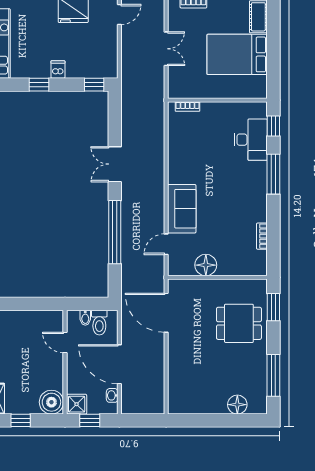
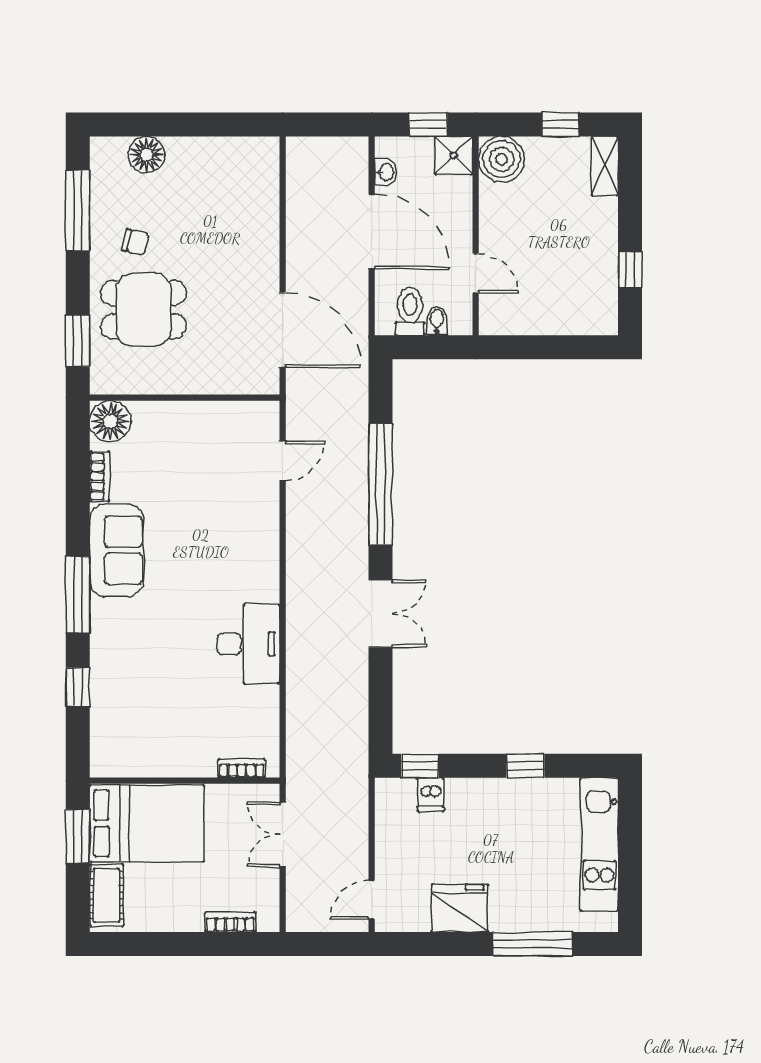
window: (273, 48) -> (78, 836), added
dishwasher: (58, 69) -> (431, 795), moved
wall: (217, 100) -> (185, 781), moved
bookcase: (187, 107) -> (242, 768), moved
desk: (251, 140) -> (248, 644), moved, turned 180
sofa: (182, 209) -> (116, 550), moved, turned 180
floor lamp: (206, 265) -> (110, 421), moved
chair: (243, 359) -> (135, 242), added

